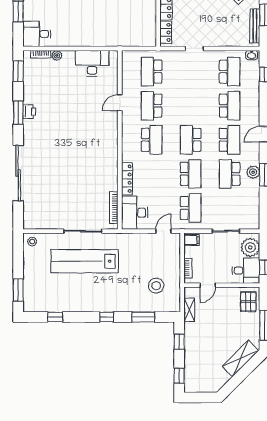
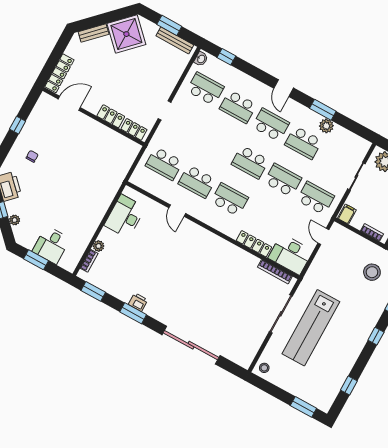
desk: (37, 34) -> (51, 245), moved
school desk: (230, 106) -> (238, 107), turned 180
plant: (253, 172) -> (326, 126), moved

